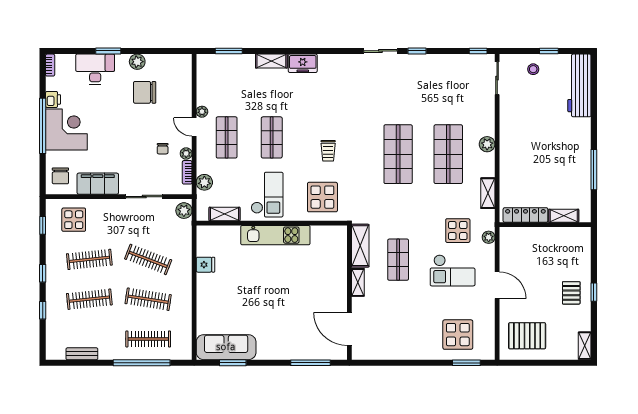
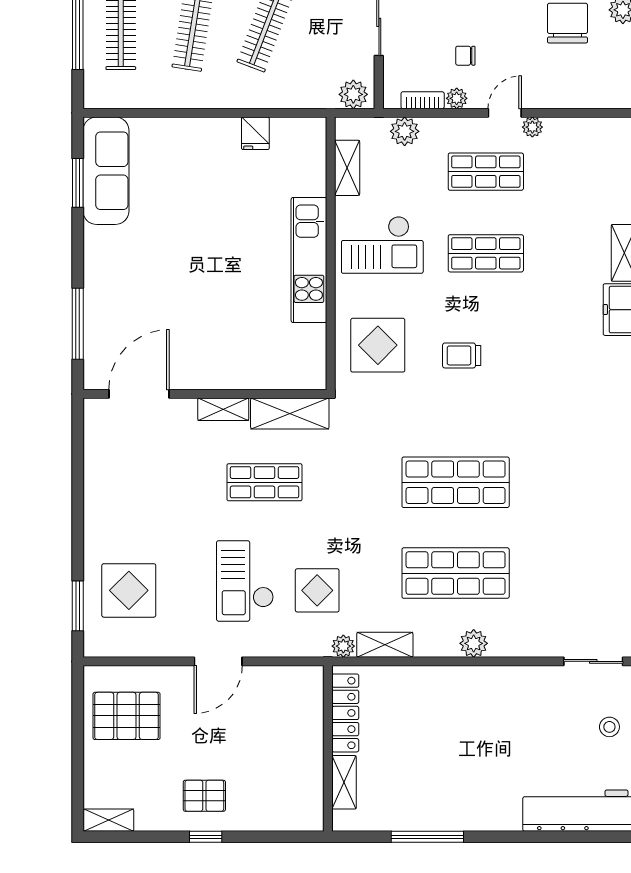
plant: (489, 237) -> (343, 646), moved
pallet: (527, 336) -> (127, 716), turned 90

